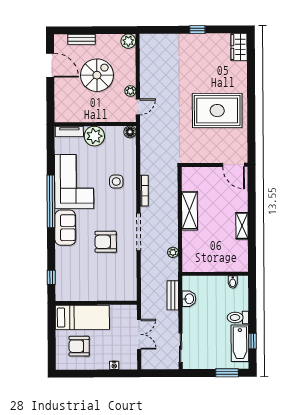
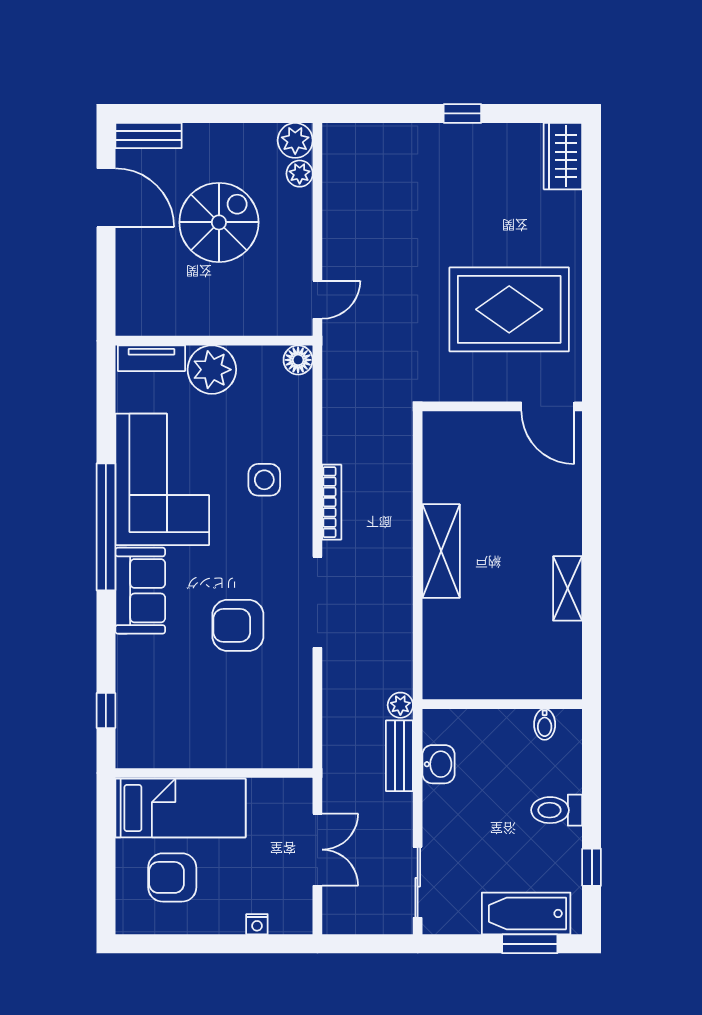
bench: (81, 39) -> (148, 136), moved
plant: (130, 91) -> (300, 174), moved
wall: (215, 165) -> (502, 406), moved
door: (233, 165) -> (548, 406), moved
plant: (173, 252) -> (400, 705), moved
bathtub: (240, 343) -> (526, 913), moved, turned 90

